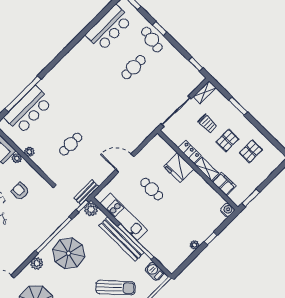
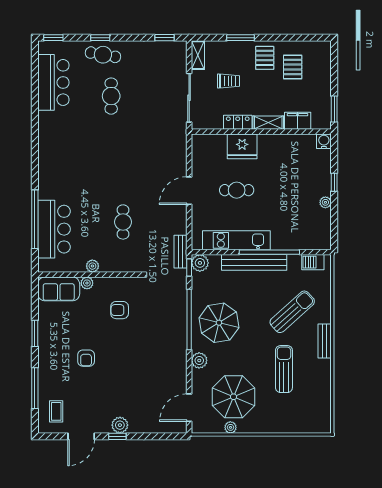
pallet: (227, 140) -> (265, 58), moved

